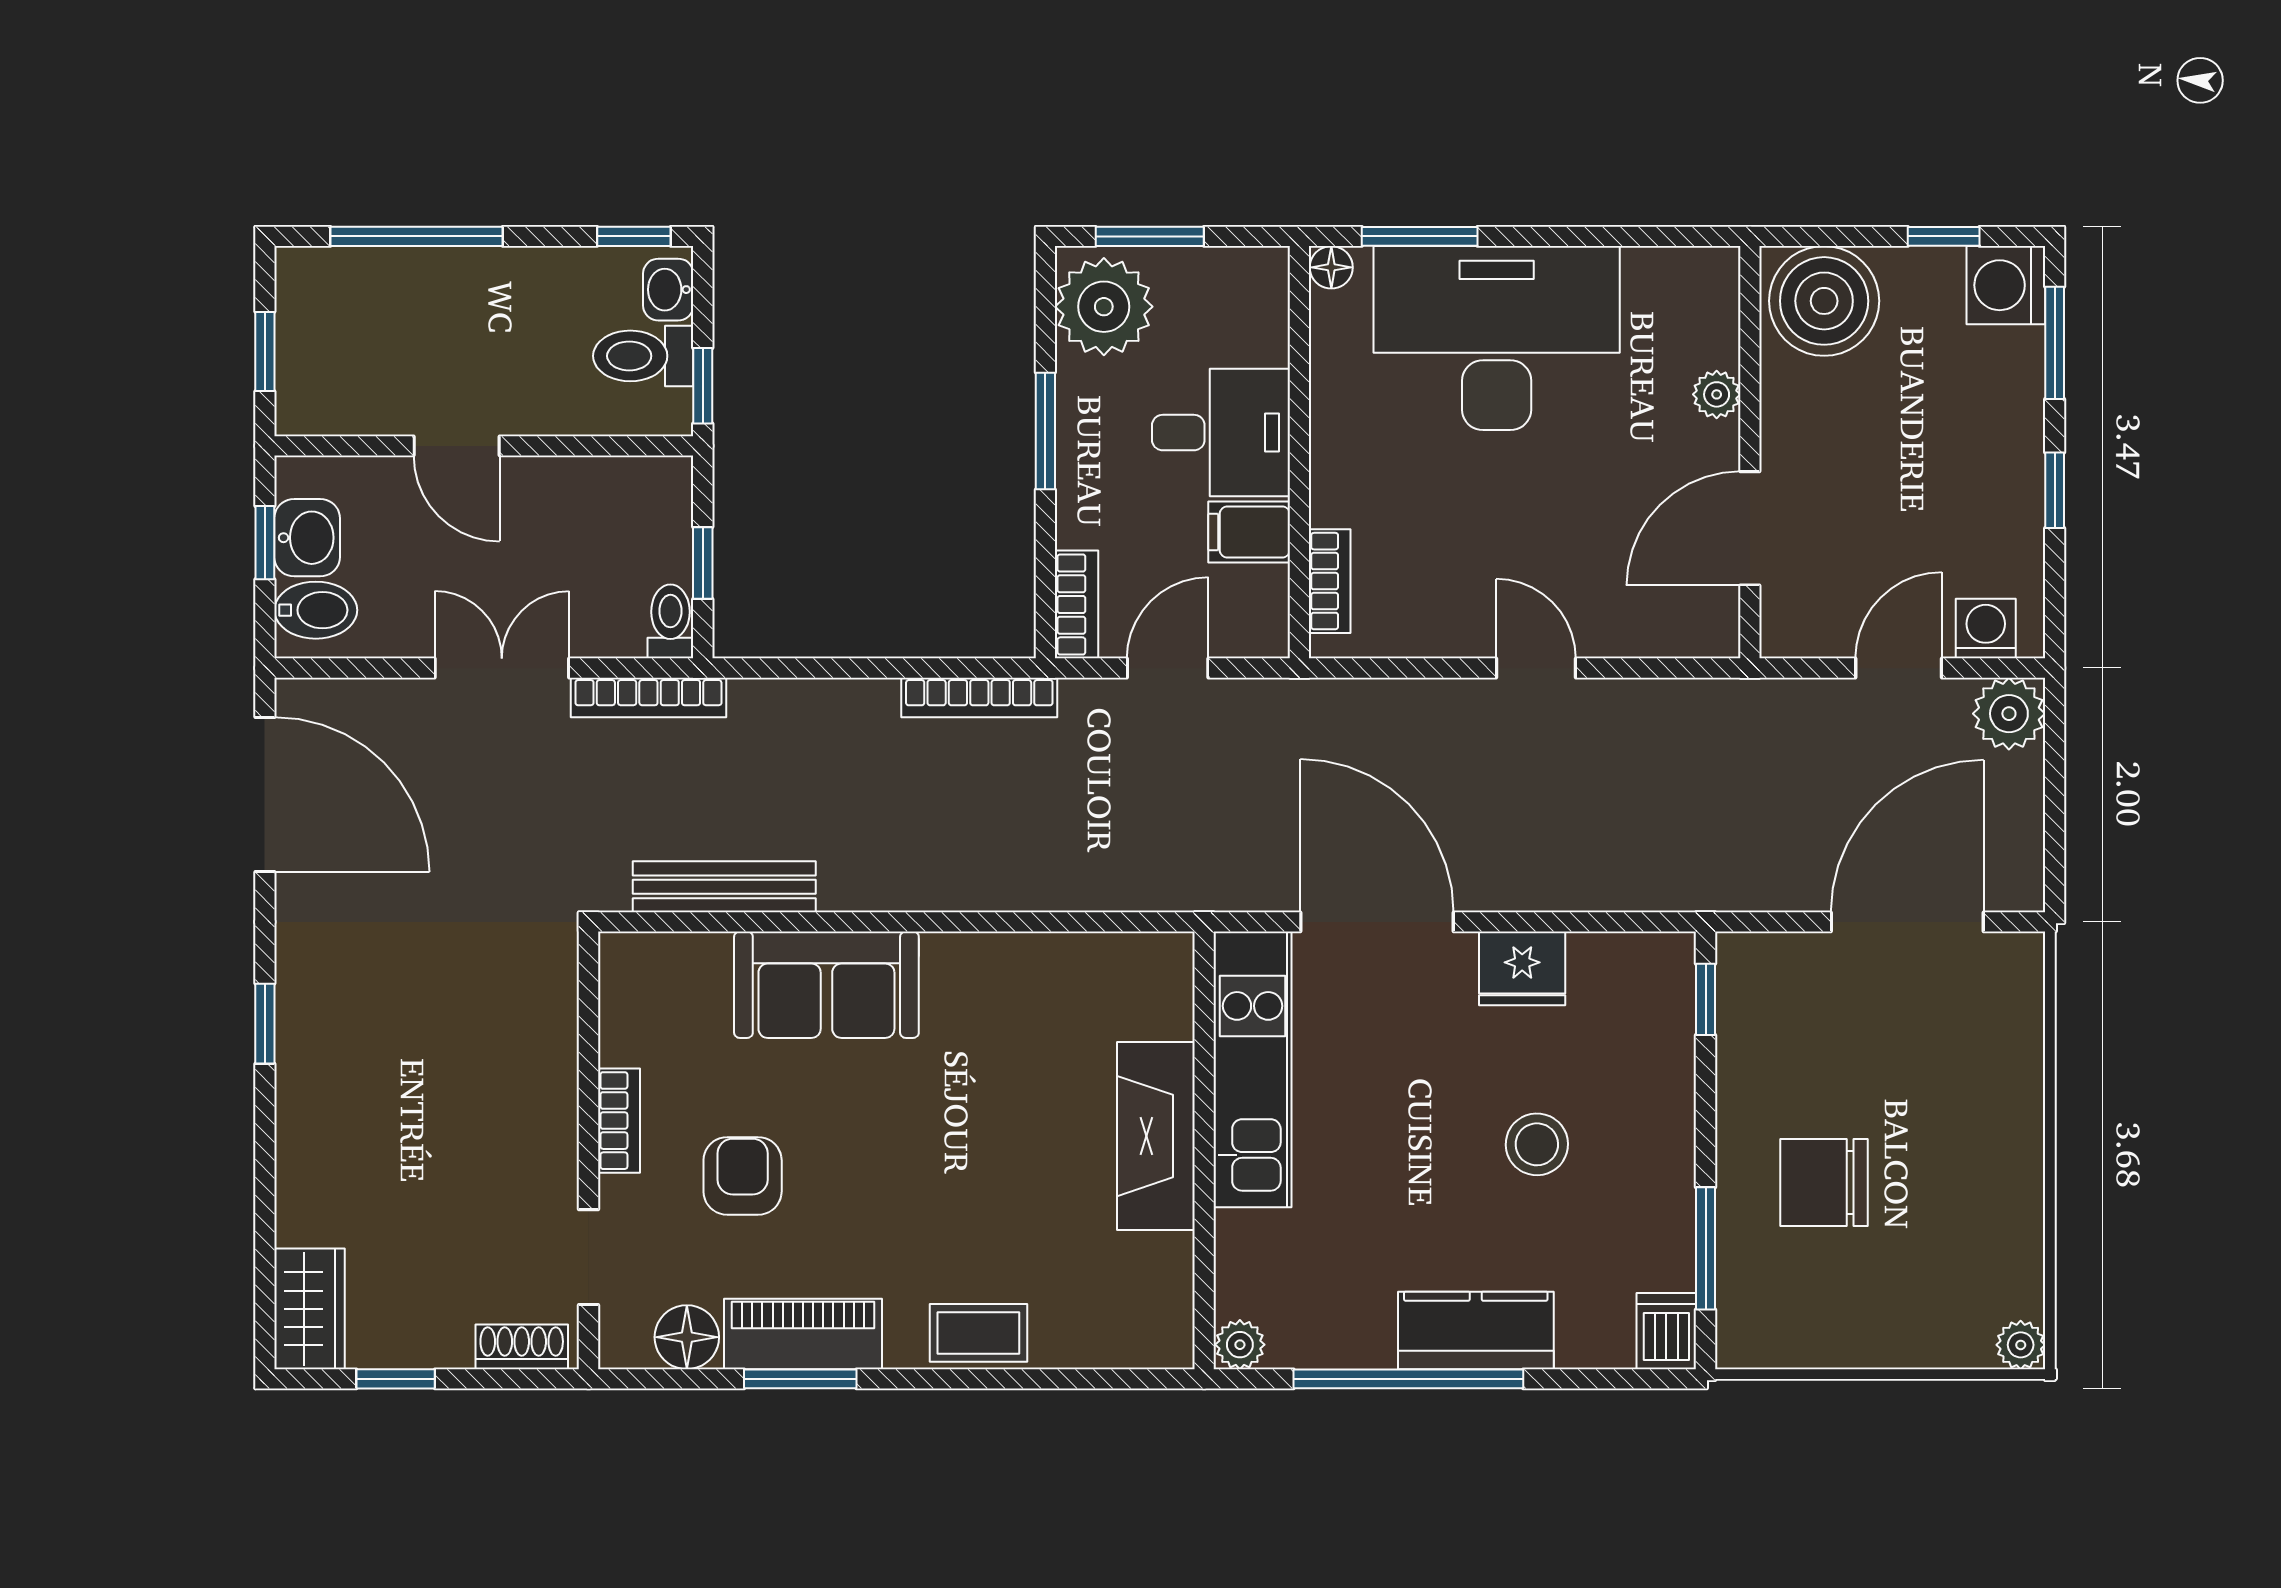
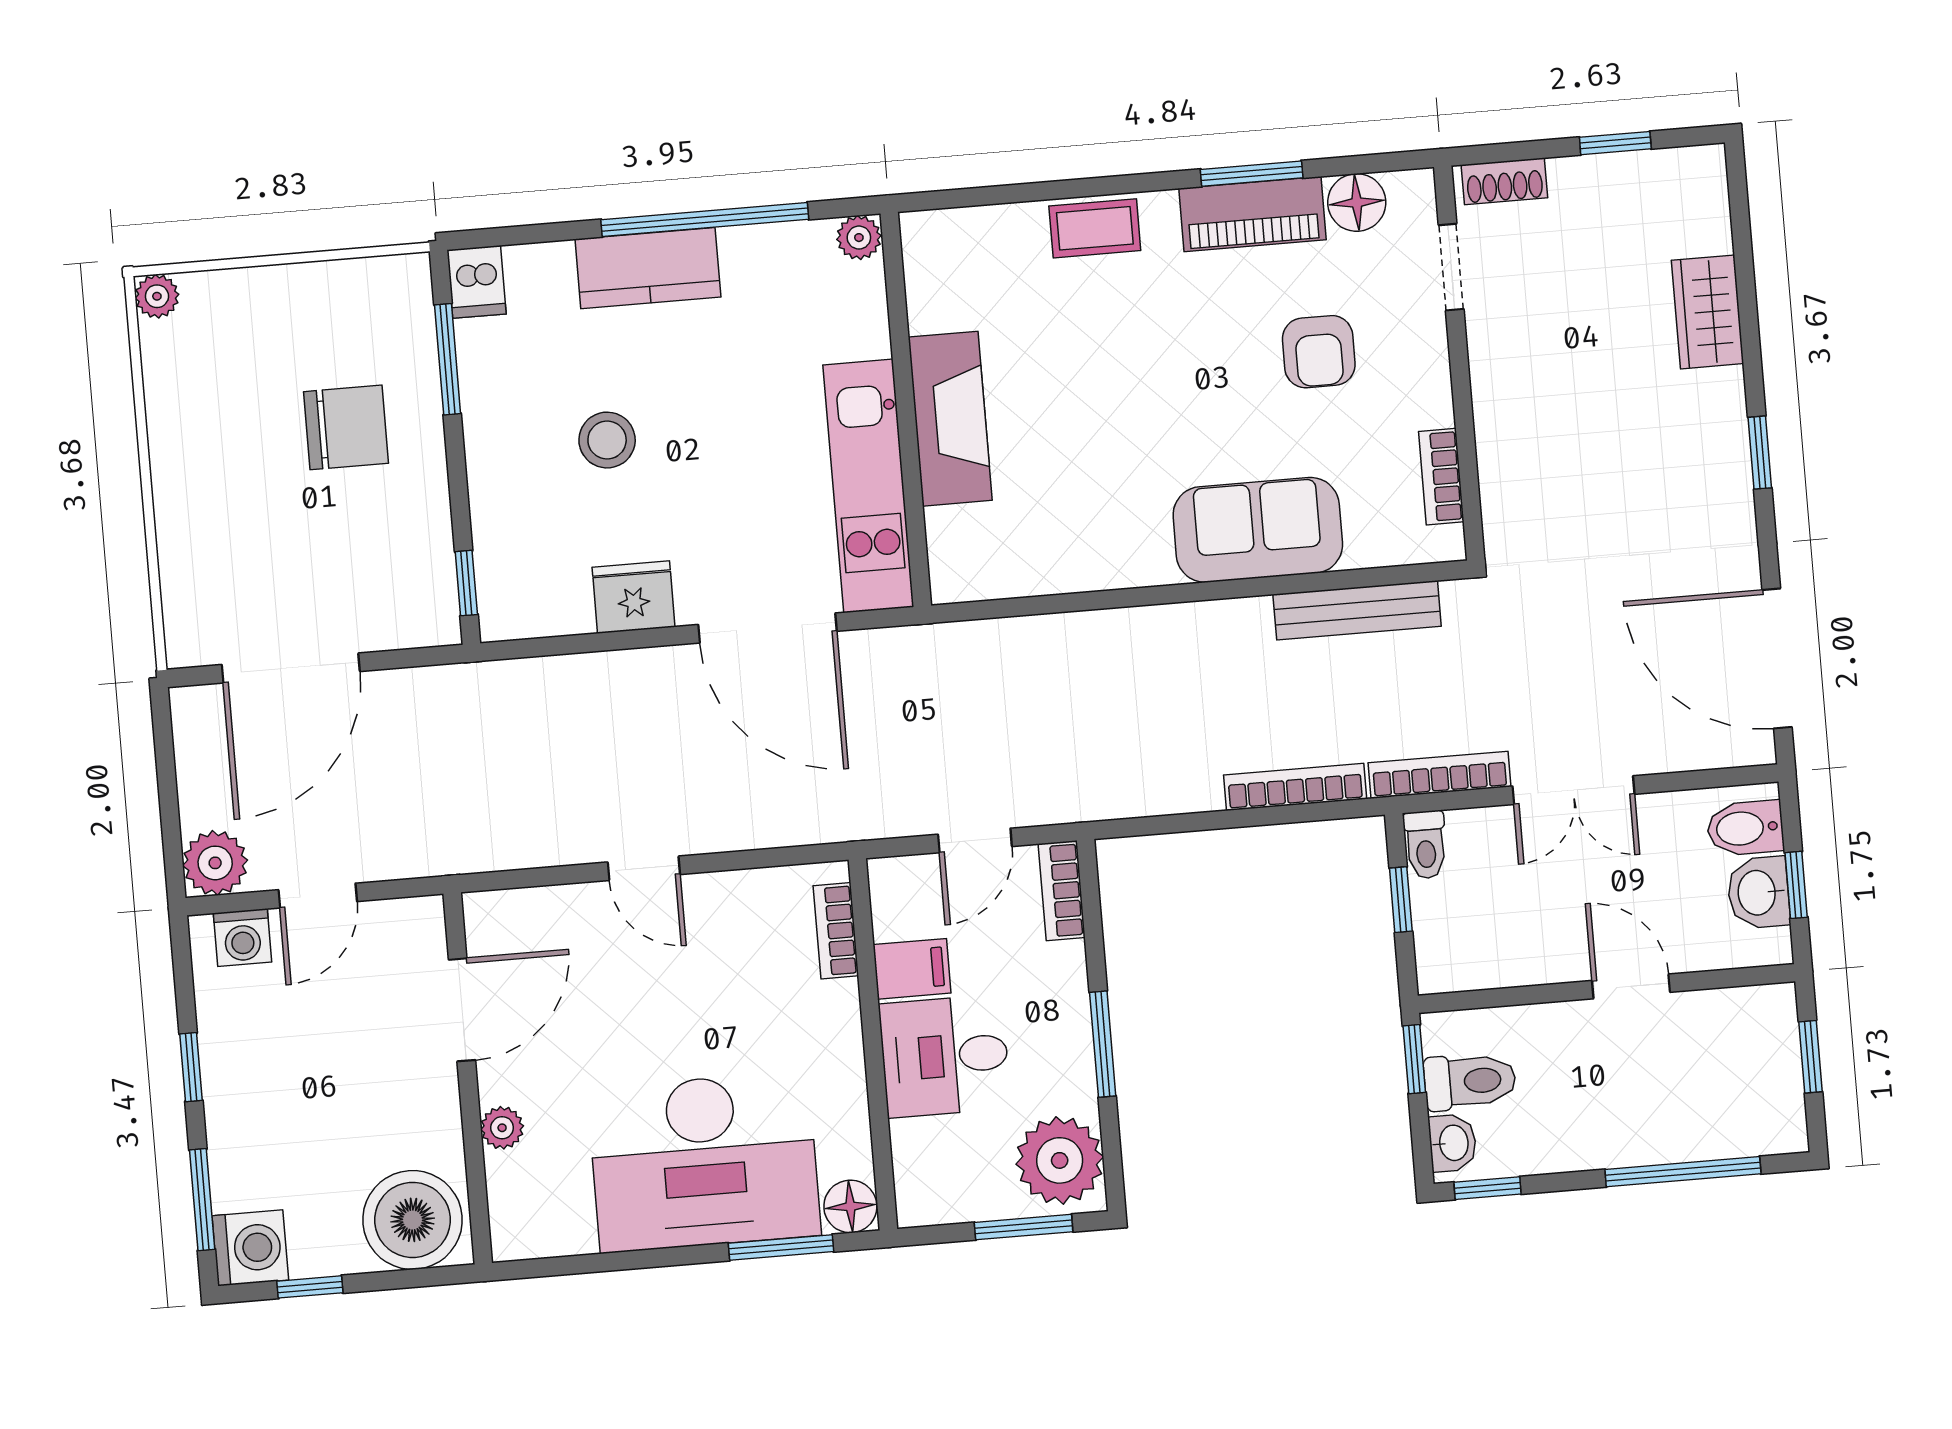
floor lamp: (1331, 267) -> (850, 1206), width x1.37, depth x1.37
bookcase: (979, 697) -> (1295, 787), moved
bookcase: (619, 1121) -> (1441, 477), moved
wardrobe: (309, 1309) -> (1708, 312), moved

